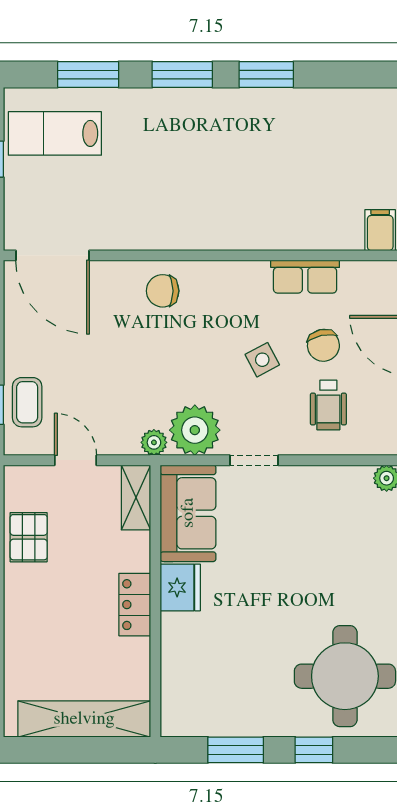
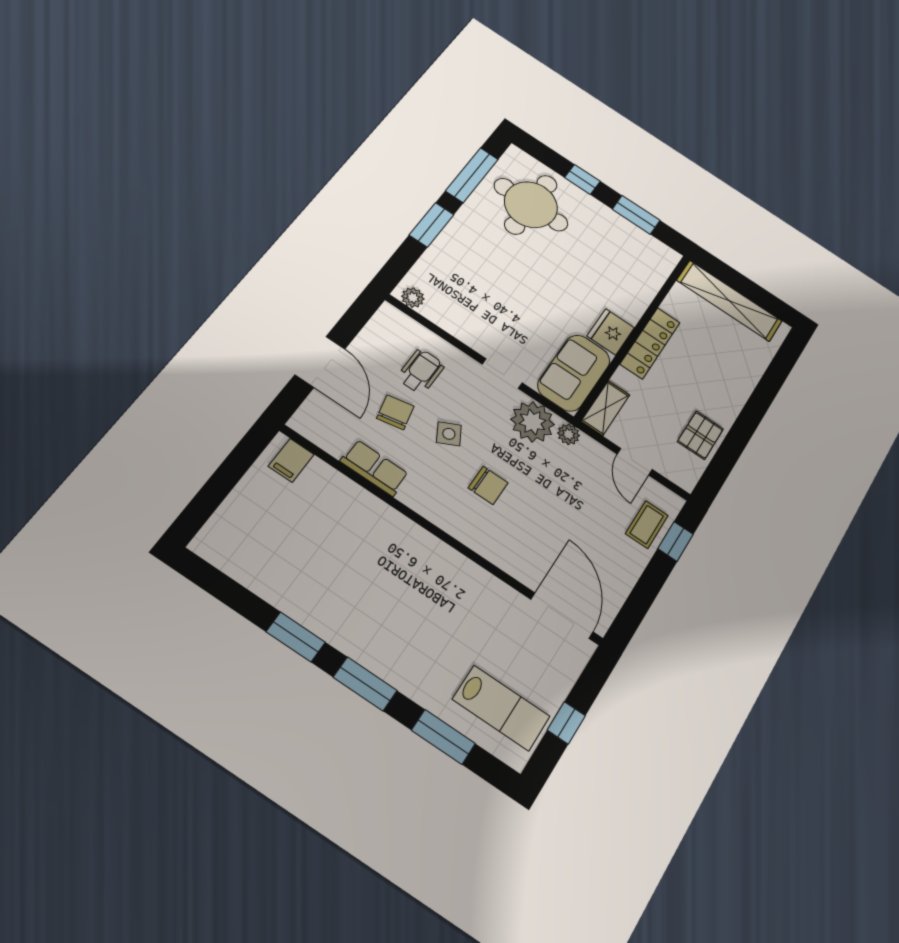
chair: (163, 291) -> (488, 485), moved
locker: (135, 605) -> (650, 343), width x1.53

